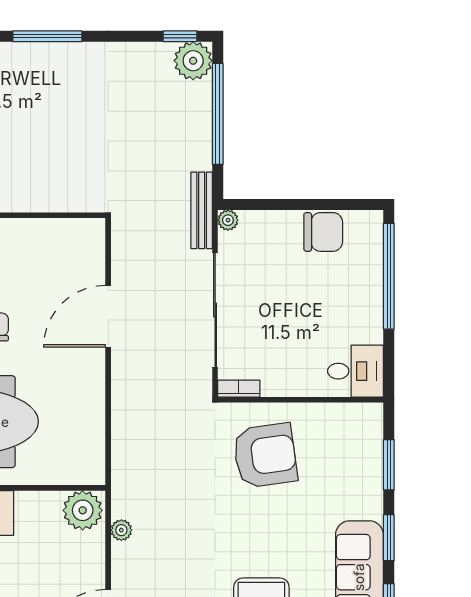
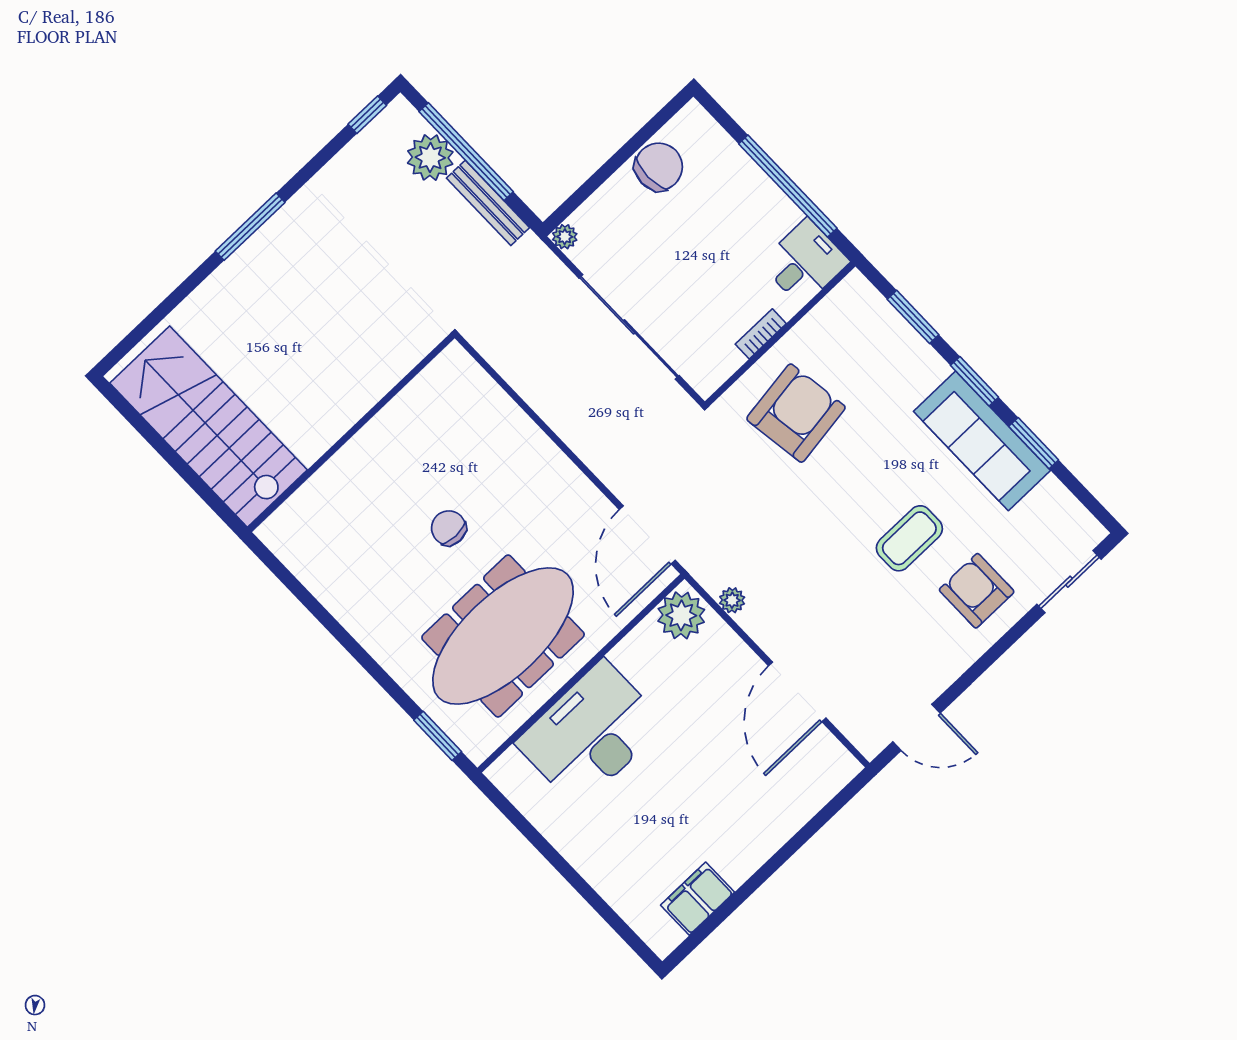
plant: (193, 61) -> (430, 158), moved
bench: (202, 210) -> (488, 203), moved
window: (389, 276) -> (788, 186), moved
door: (108, 316) -> (647, 535), moved
bookcase: (239, 389) -> (761, 334), moved

